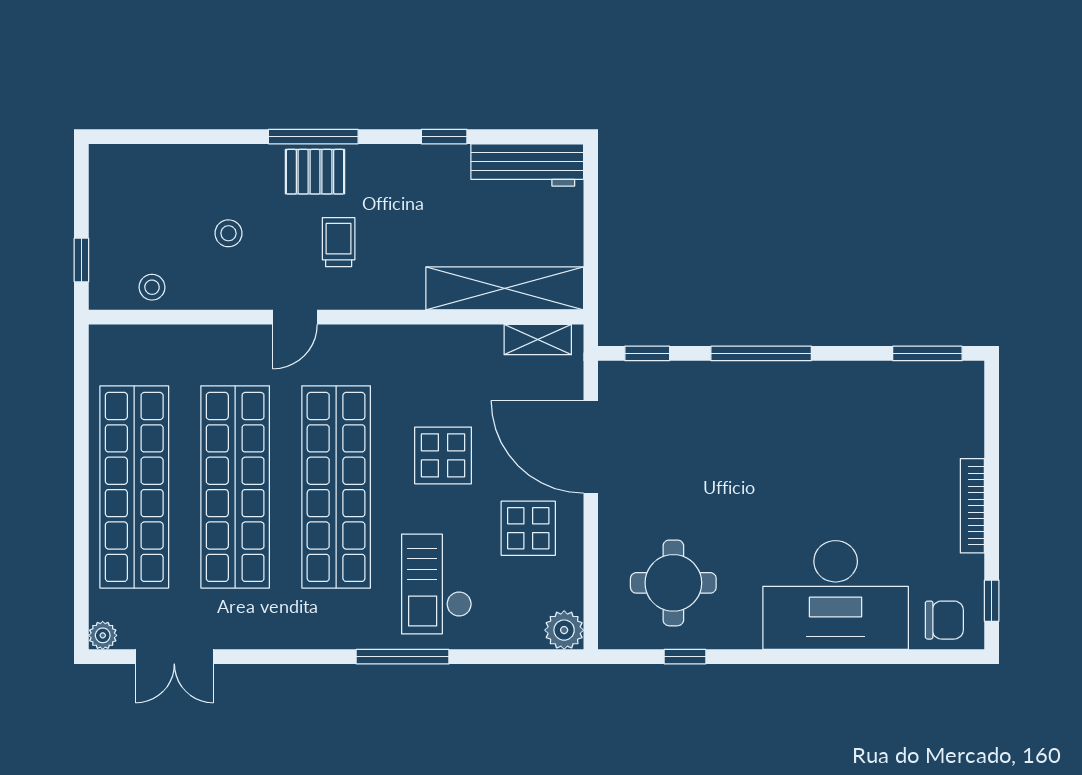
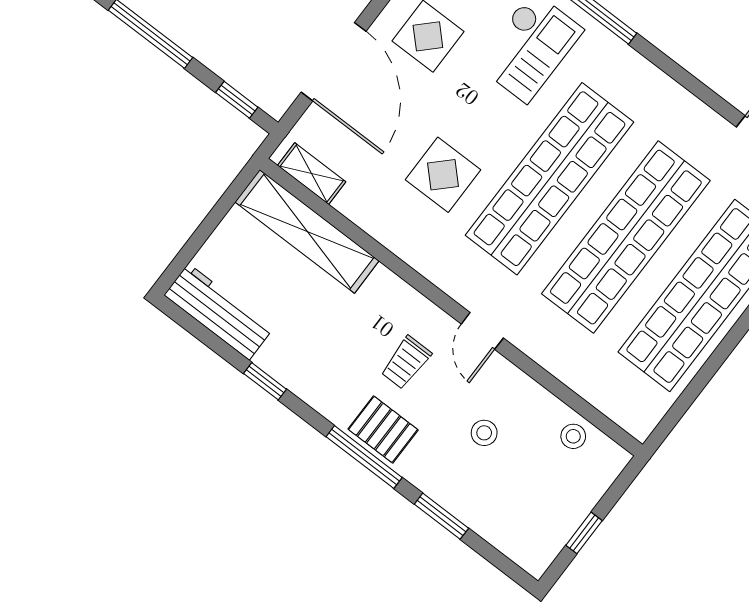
window: (211, 137) -> (441, 516), added
window: (81, 260) -> (584, 533), moved
door: (295, 317) -> (482, 331), swing flipped
display table: (443, 455) -> (443, 175), moved

